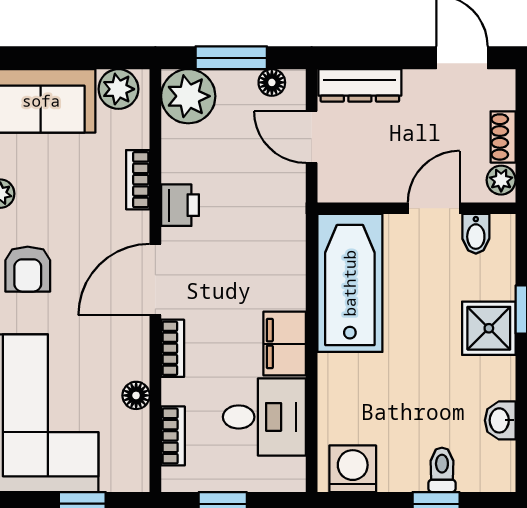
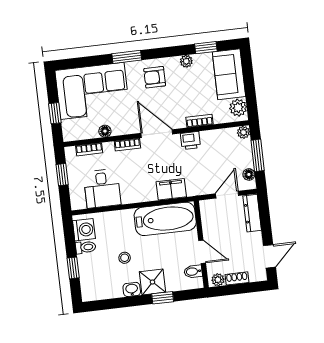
plant: (188, 96) -> (243, 132), width x0.53, depth x0.53
filing cabinet: (285, 344) -> (171, 189), moved
stool: (427, 385) -> (125, 258), added
washbasin: (500, 420) -> (132, 289), moved
toilet: (442, 470) -> (86, 247), moved

